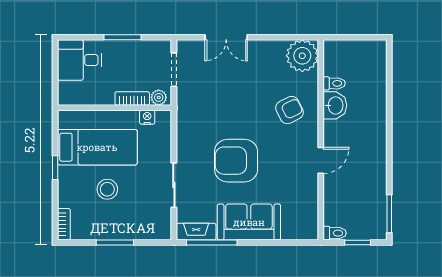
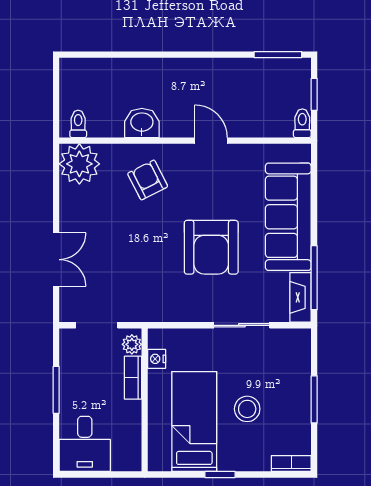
toilet: (334, 83) -> (78, 124), moved
sofa: (249, 222) -> (288, 217), width x1.36

